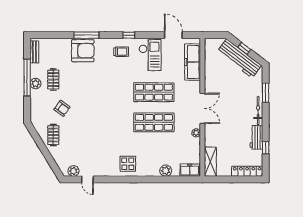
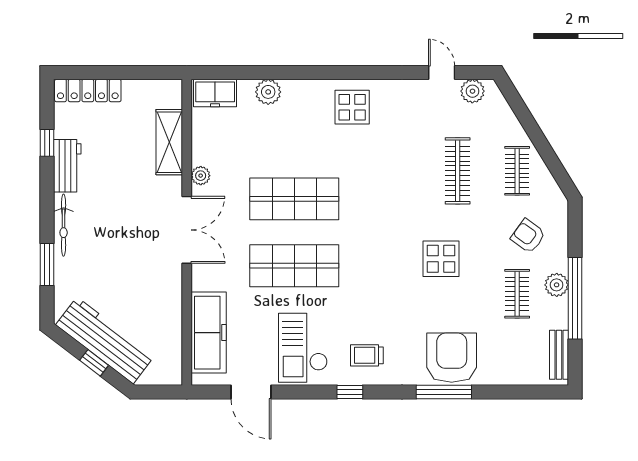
armchair: (83, 51) -> (452, 358), turned 90
display table: (88, 95) -> (441, 259), added
armchair: (62, 108) -> (528, 236), moved
double door: (202, 108) -> (187, 230), swing flipped
clothes rail: (80, 135) -> (458, 171), added
shelving: (210, 162) -> (169, 142), moved

